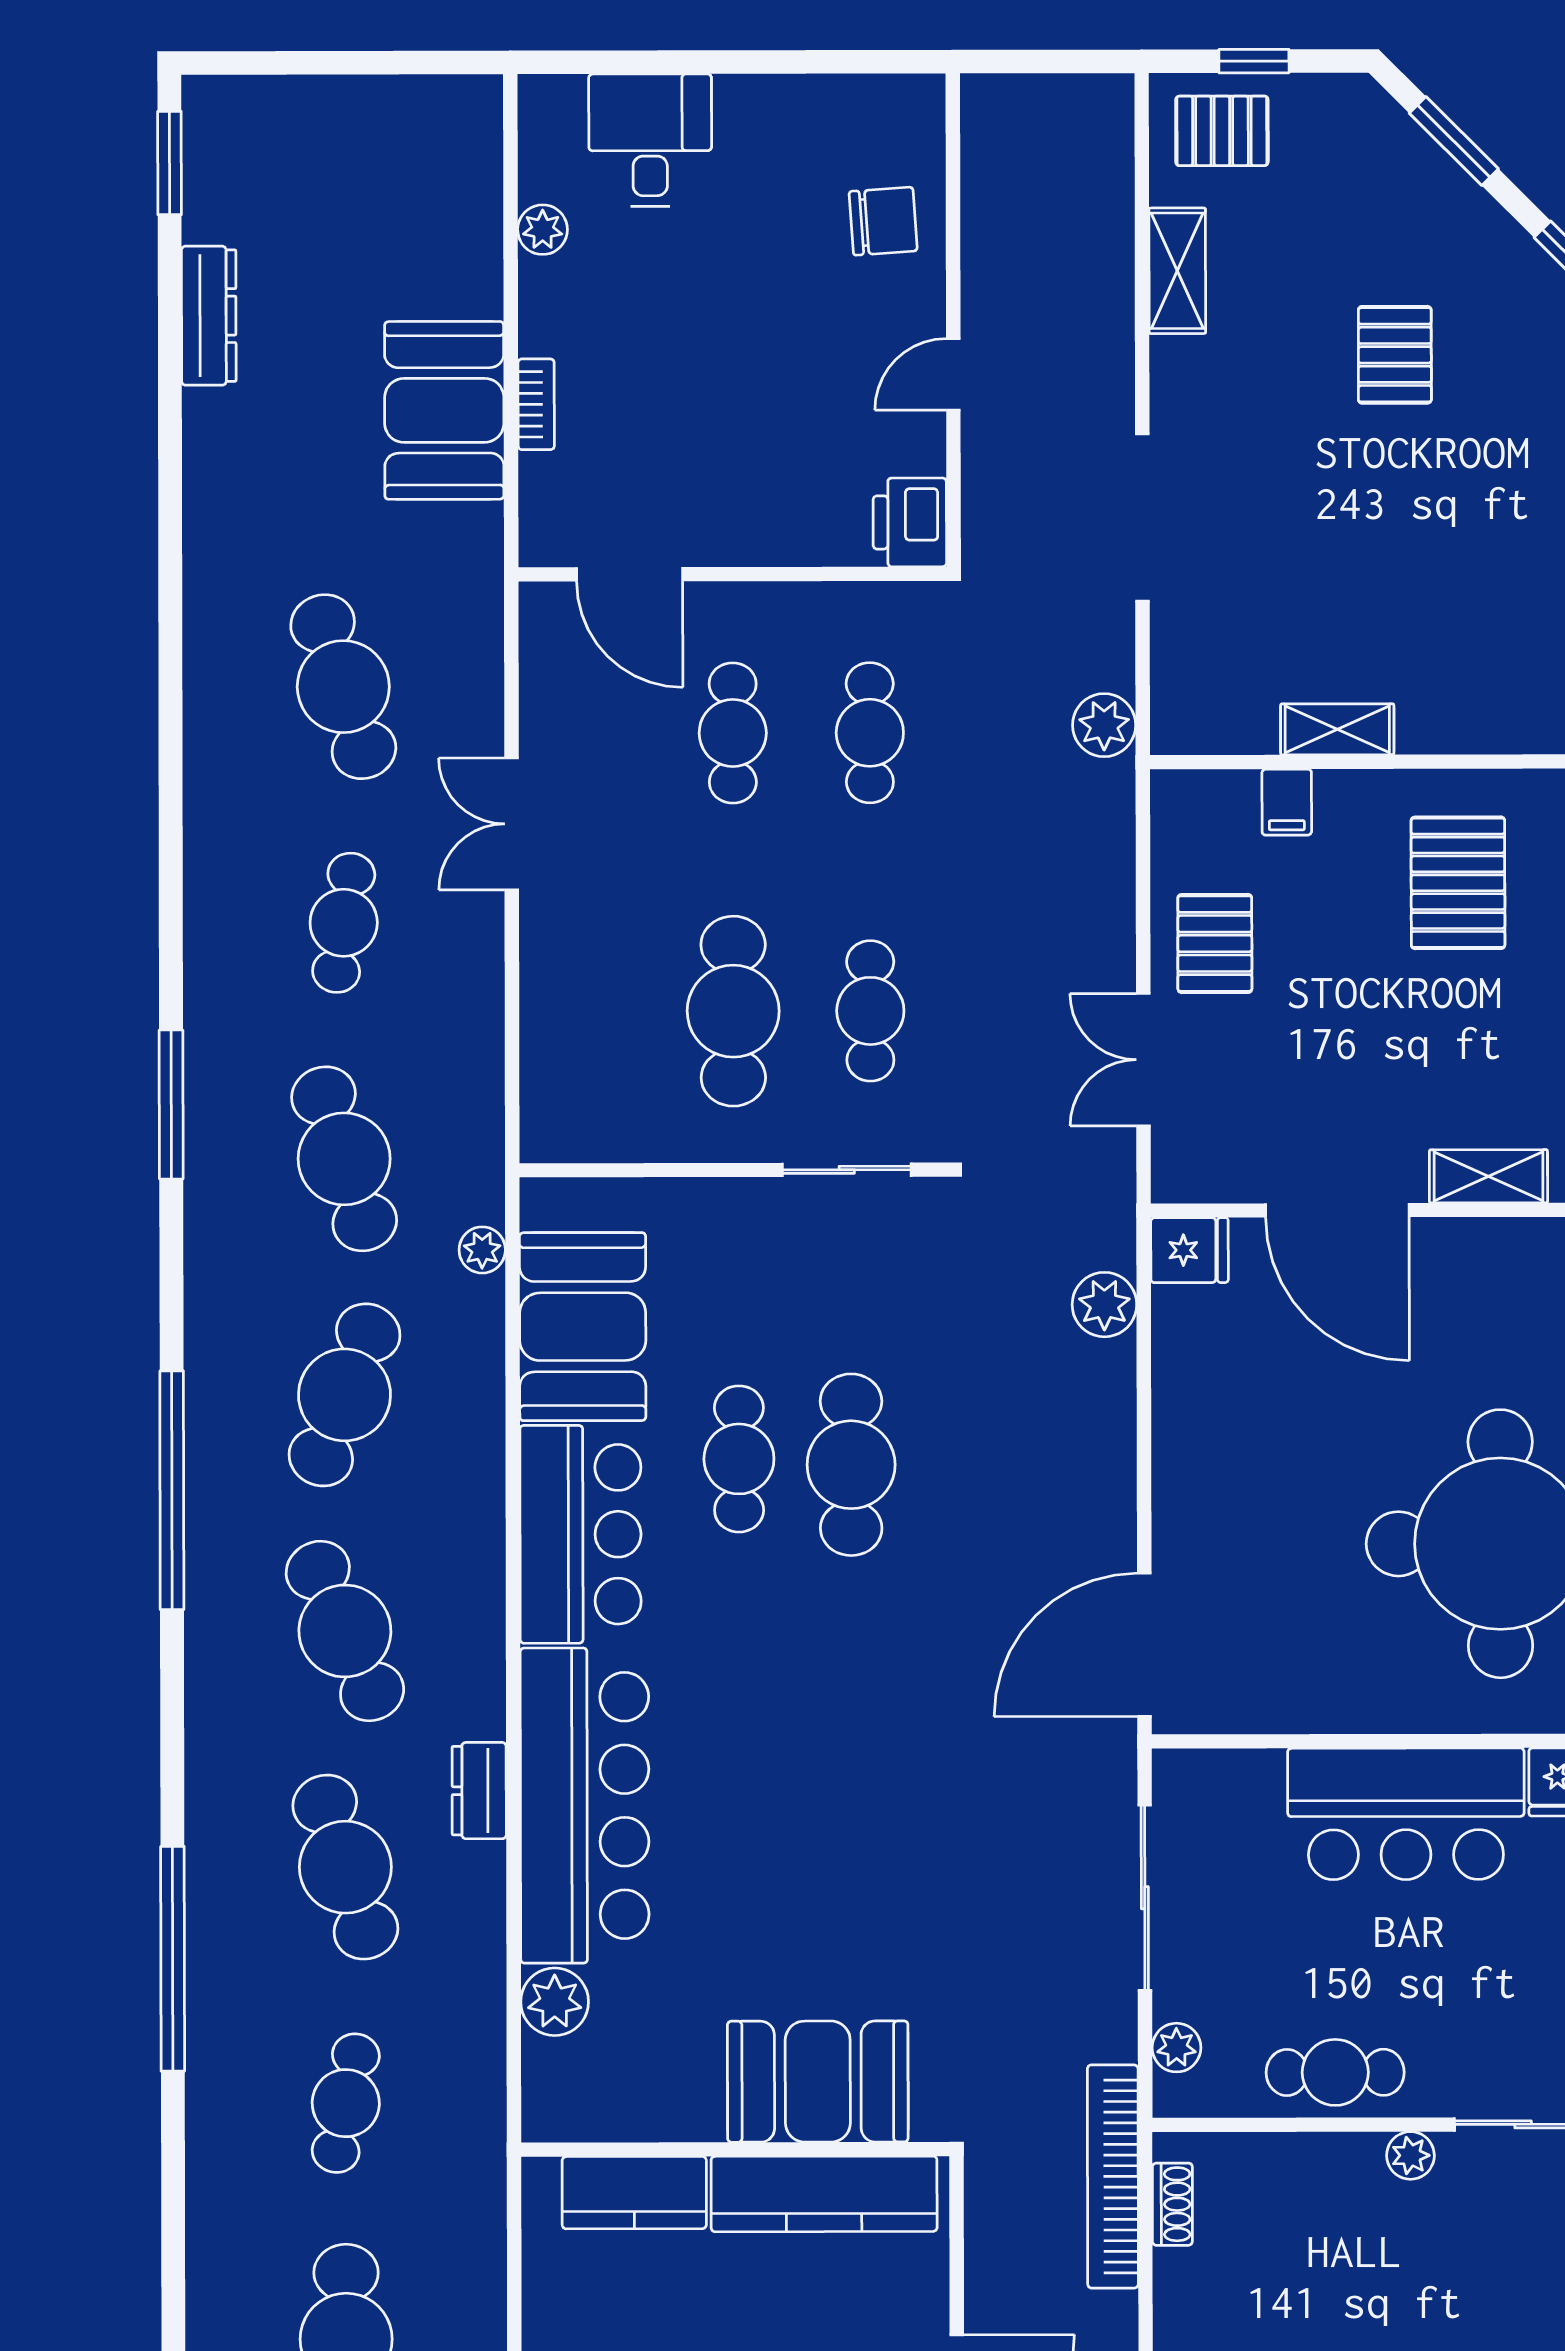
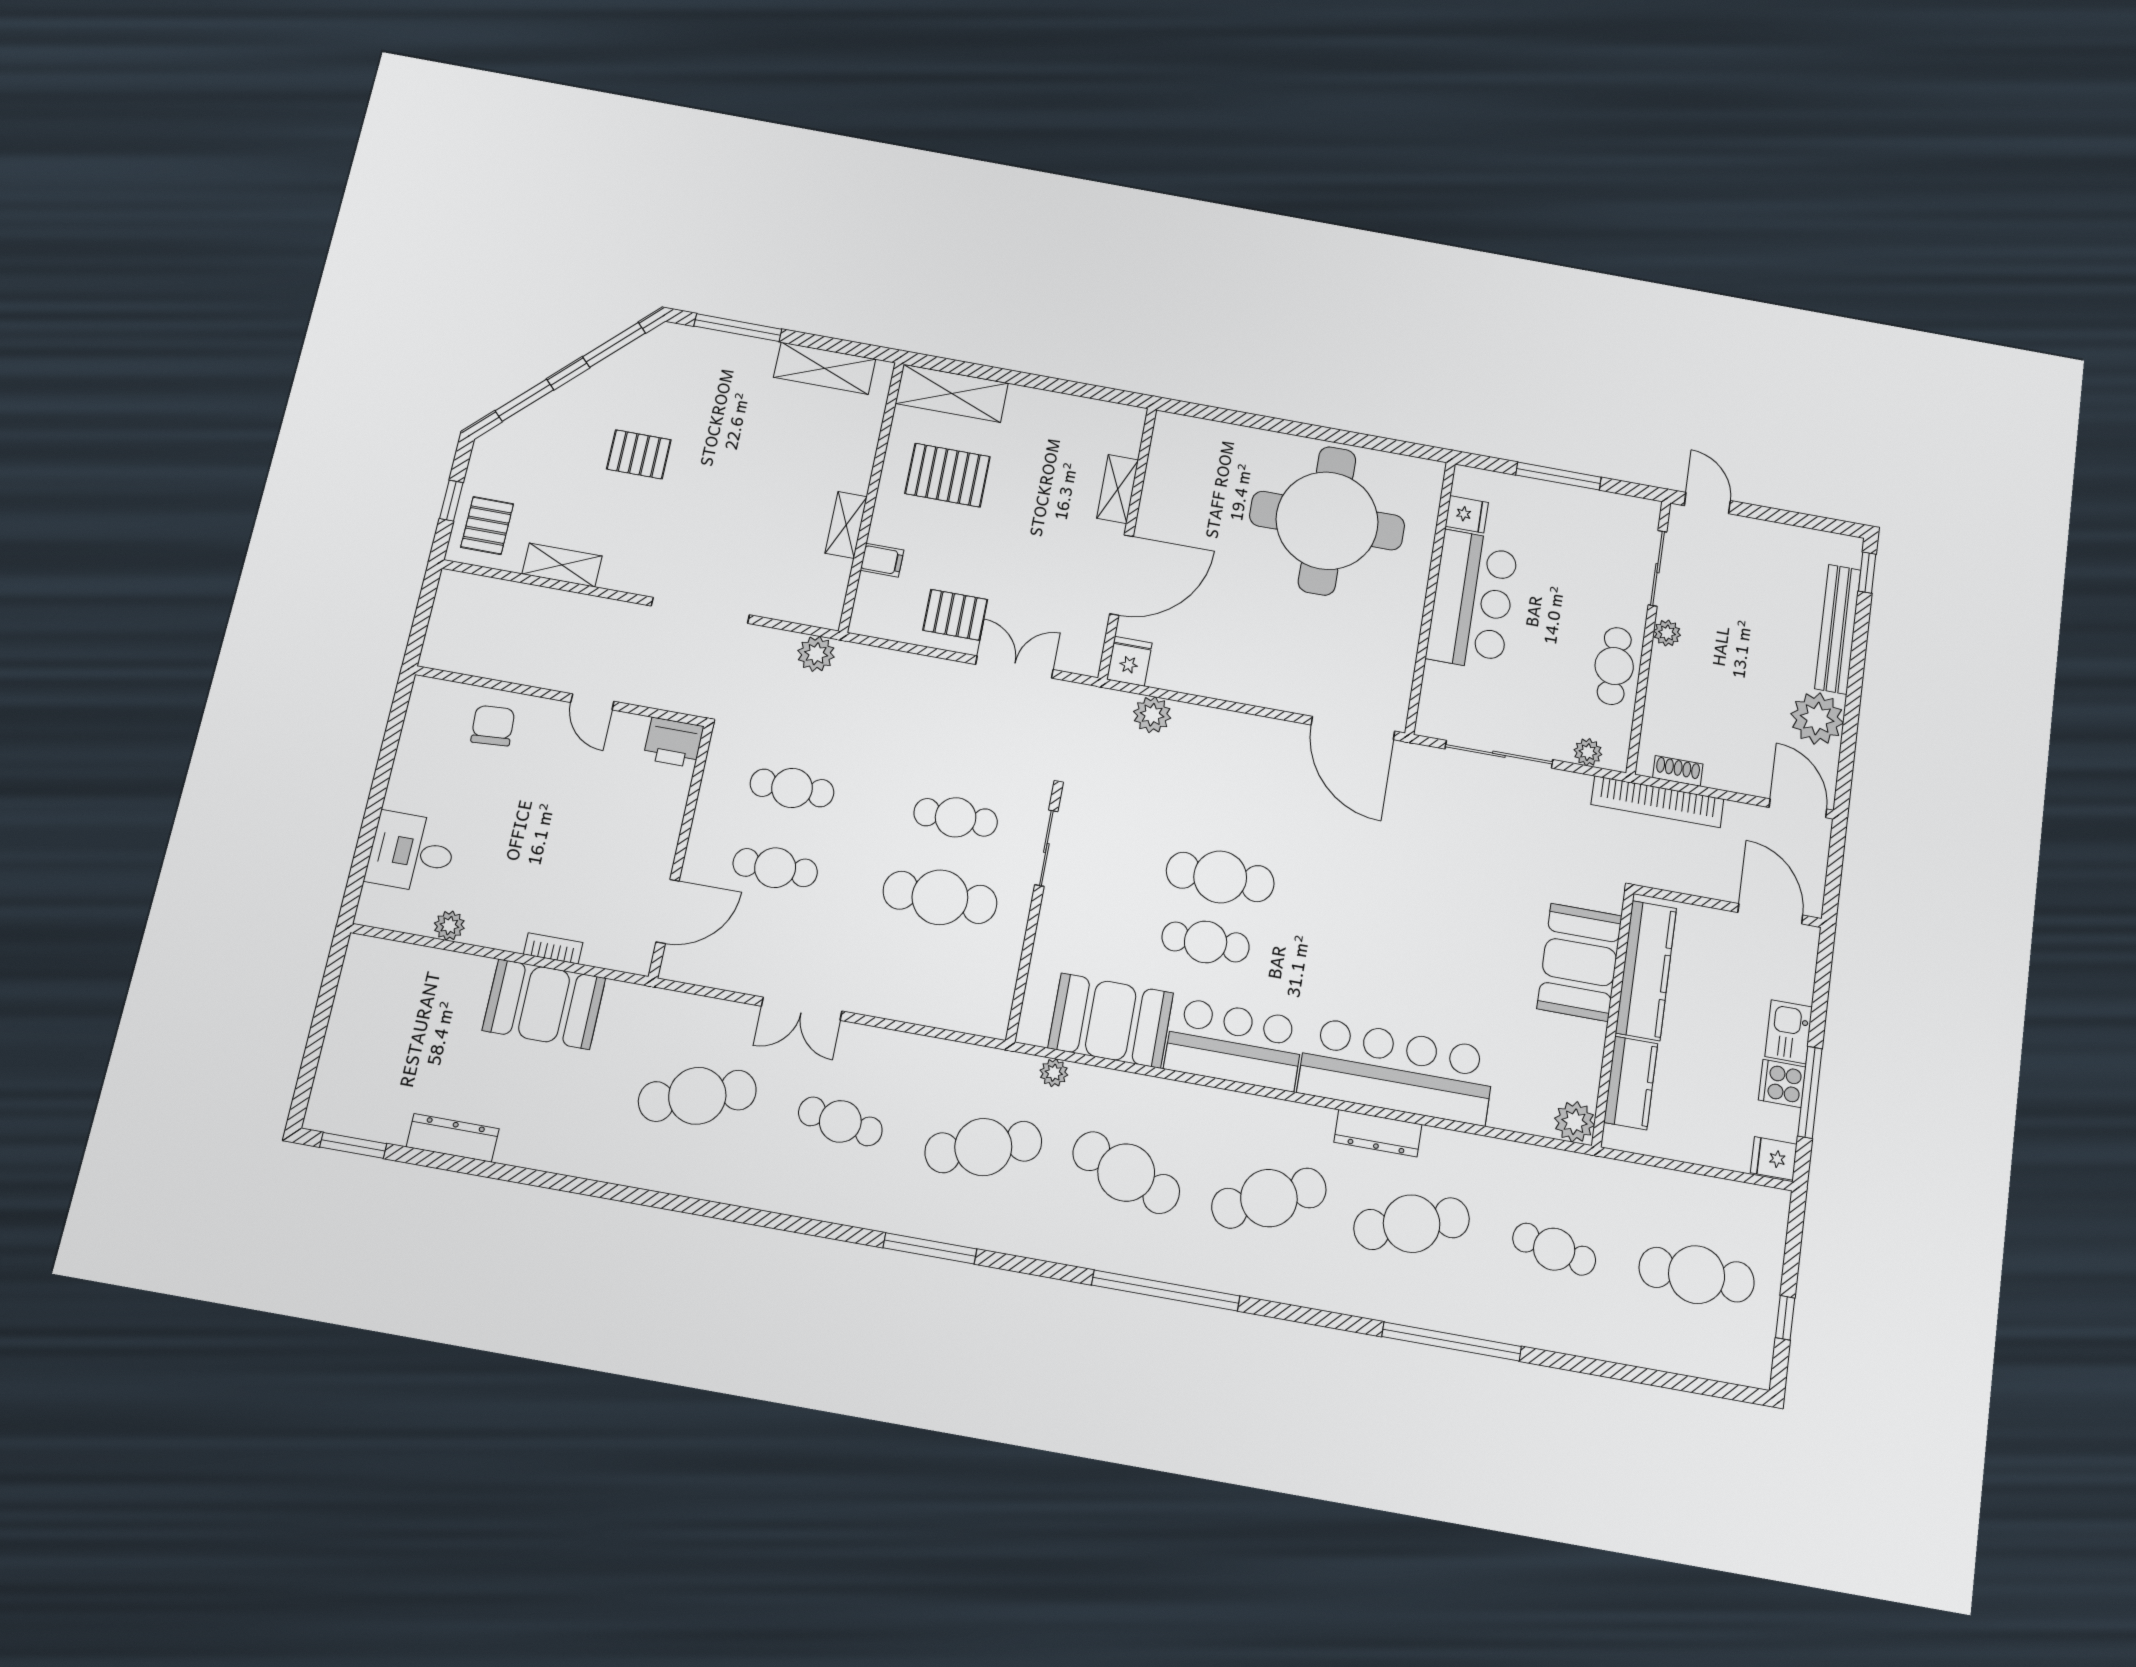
double door: (1143, 1060) -> (1014, 667), swing flipped
dresser: (479, 1791) -> (1378, 1133), width x1.44
plant: (555, 2002) -> (1575, 1122), moved

